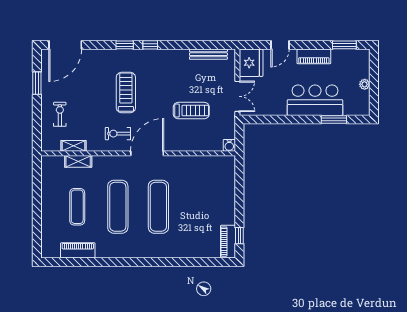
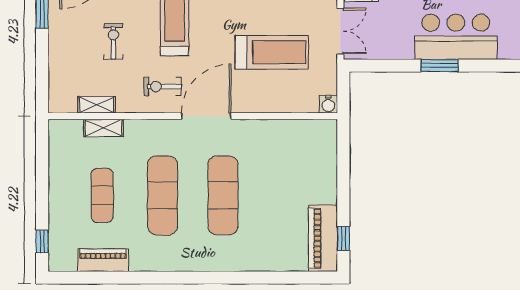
treadmill: (191, 111) -> (272, 52), width x1.37, depth x1.38
exercise bike: (60, 114) -> (113, 41), moved
window: (334, 119) -> (439, 66), moved
window: (37, 238) -> (42, 242), added
piano: (228, 242) -> (323, 238), width x1.37, depth x1.33

